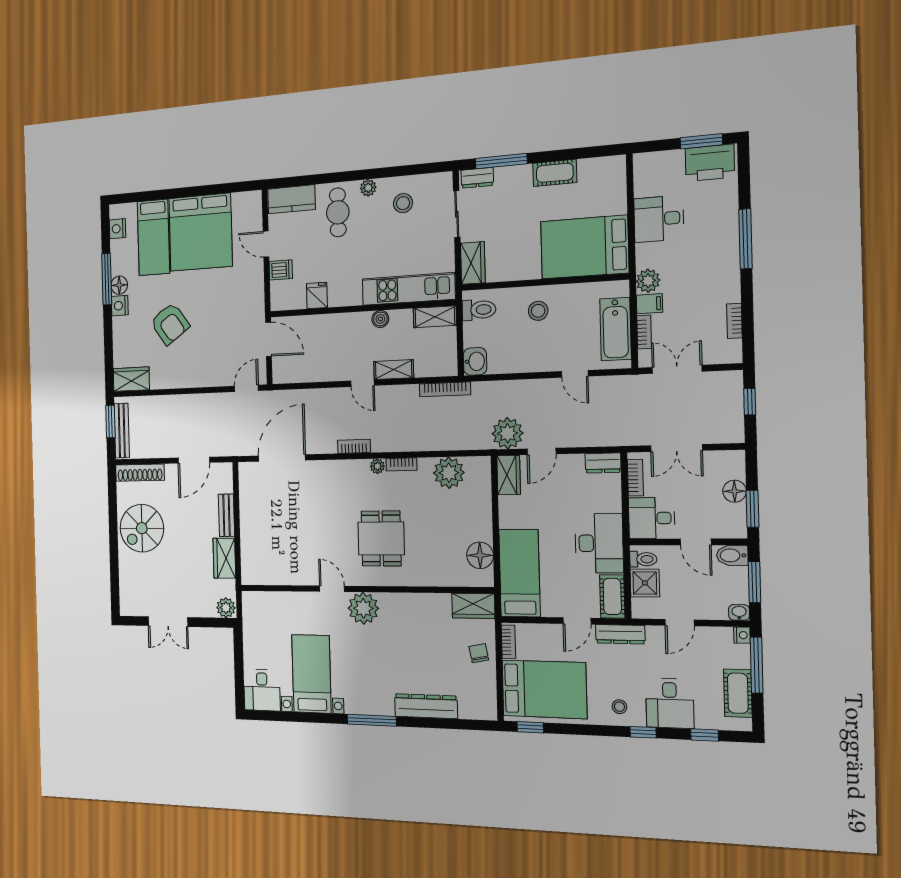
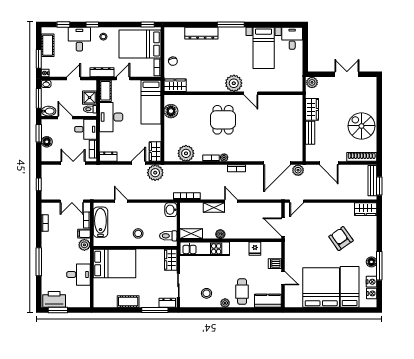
nightstand: (120, 306) -> (372, 282), moved
plant: (245, 446) -> (298, 170), added
door: (194, 460) -> (329, 163), swing flipped
spiral stairs: (142, 528) -> (361, 126), turned -90
window: (757, 665) -> (39, 59), width x0.69

